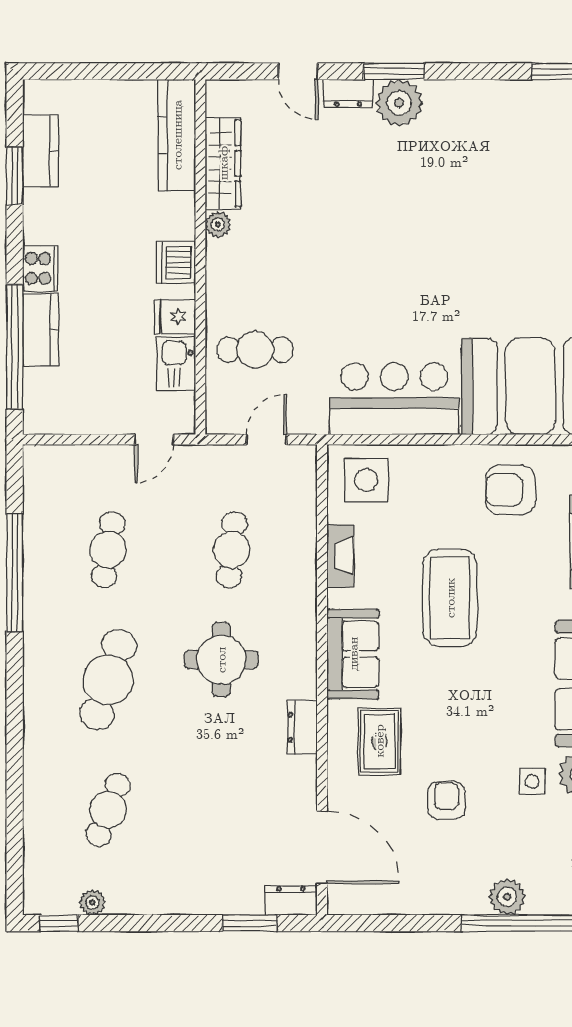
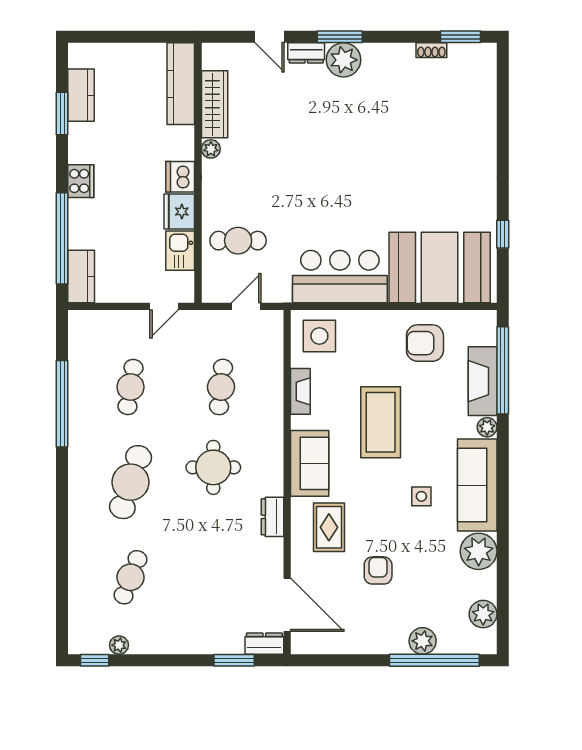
shoe rack: (519, 89) -> (431, 50), added
fridge: (175, 317) -> (179, 212), width x1.38
kitchen counter: (41, 330) -> (81, 276), moved
side table: (532, 781) -> (421, 496), moved

